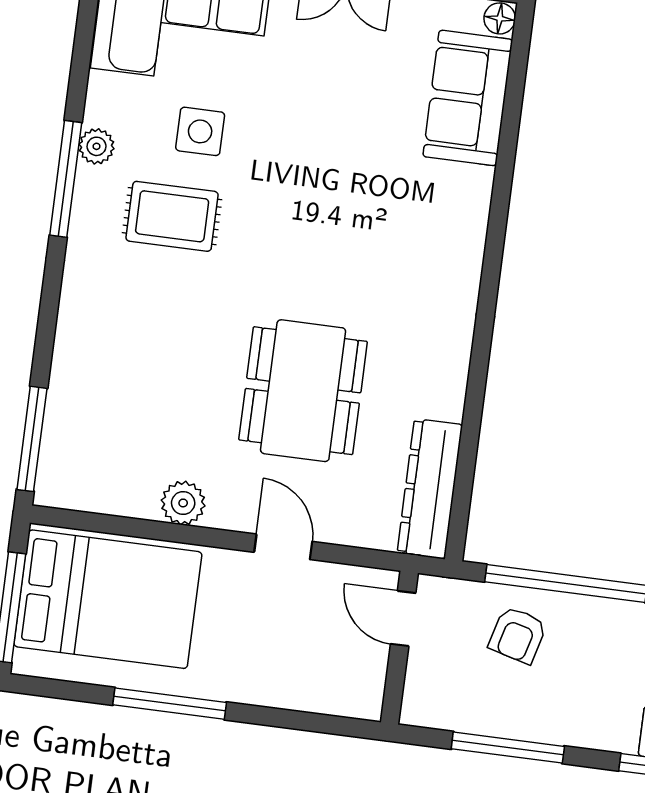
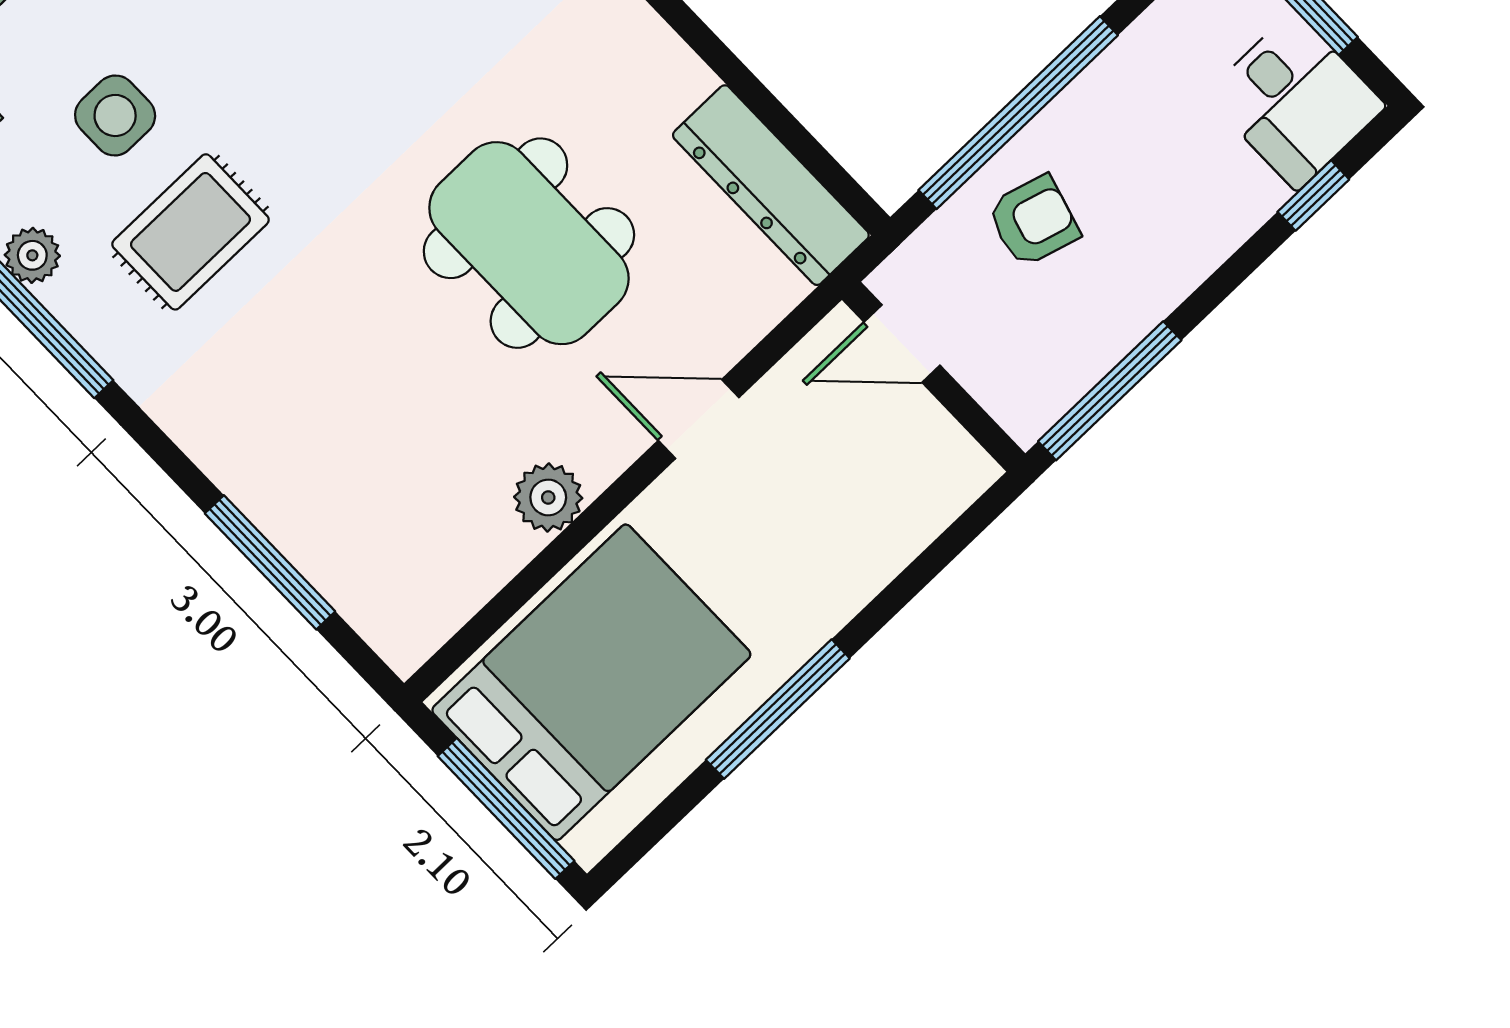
window: (32, 439) -> (270, 562), moved
armchair: (518, 635) -> (1033, 221), turned -89
window: (508, 748) -> (1110, 391), moved

